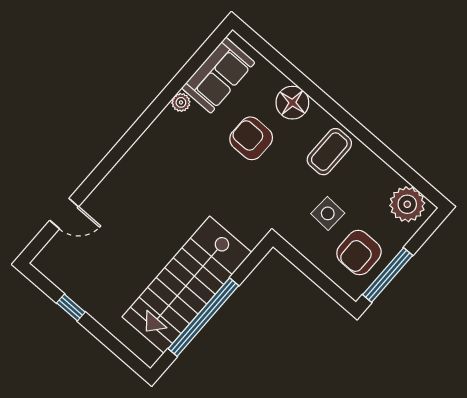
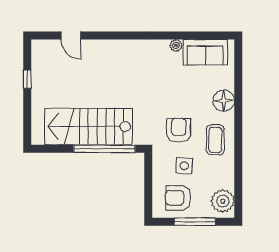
armchair: (251, 138) -> (179, 130), moved
coffee table: (329, 152) -> (215, 140), turned 90
window: (388, 275) -> (195, 222), moved
window: (203, 317) -> (104, 149), moved

